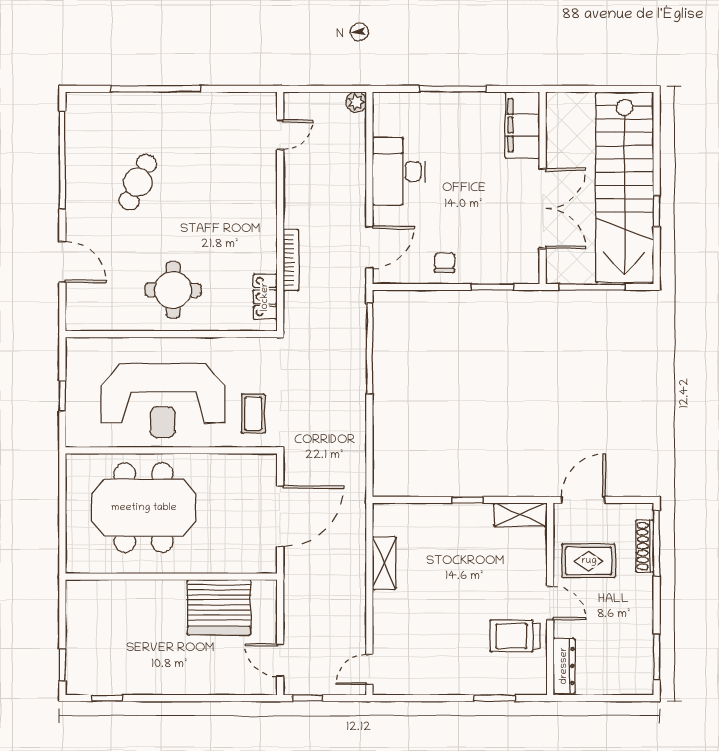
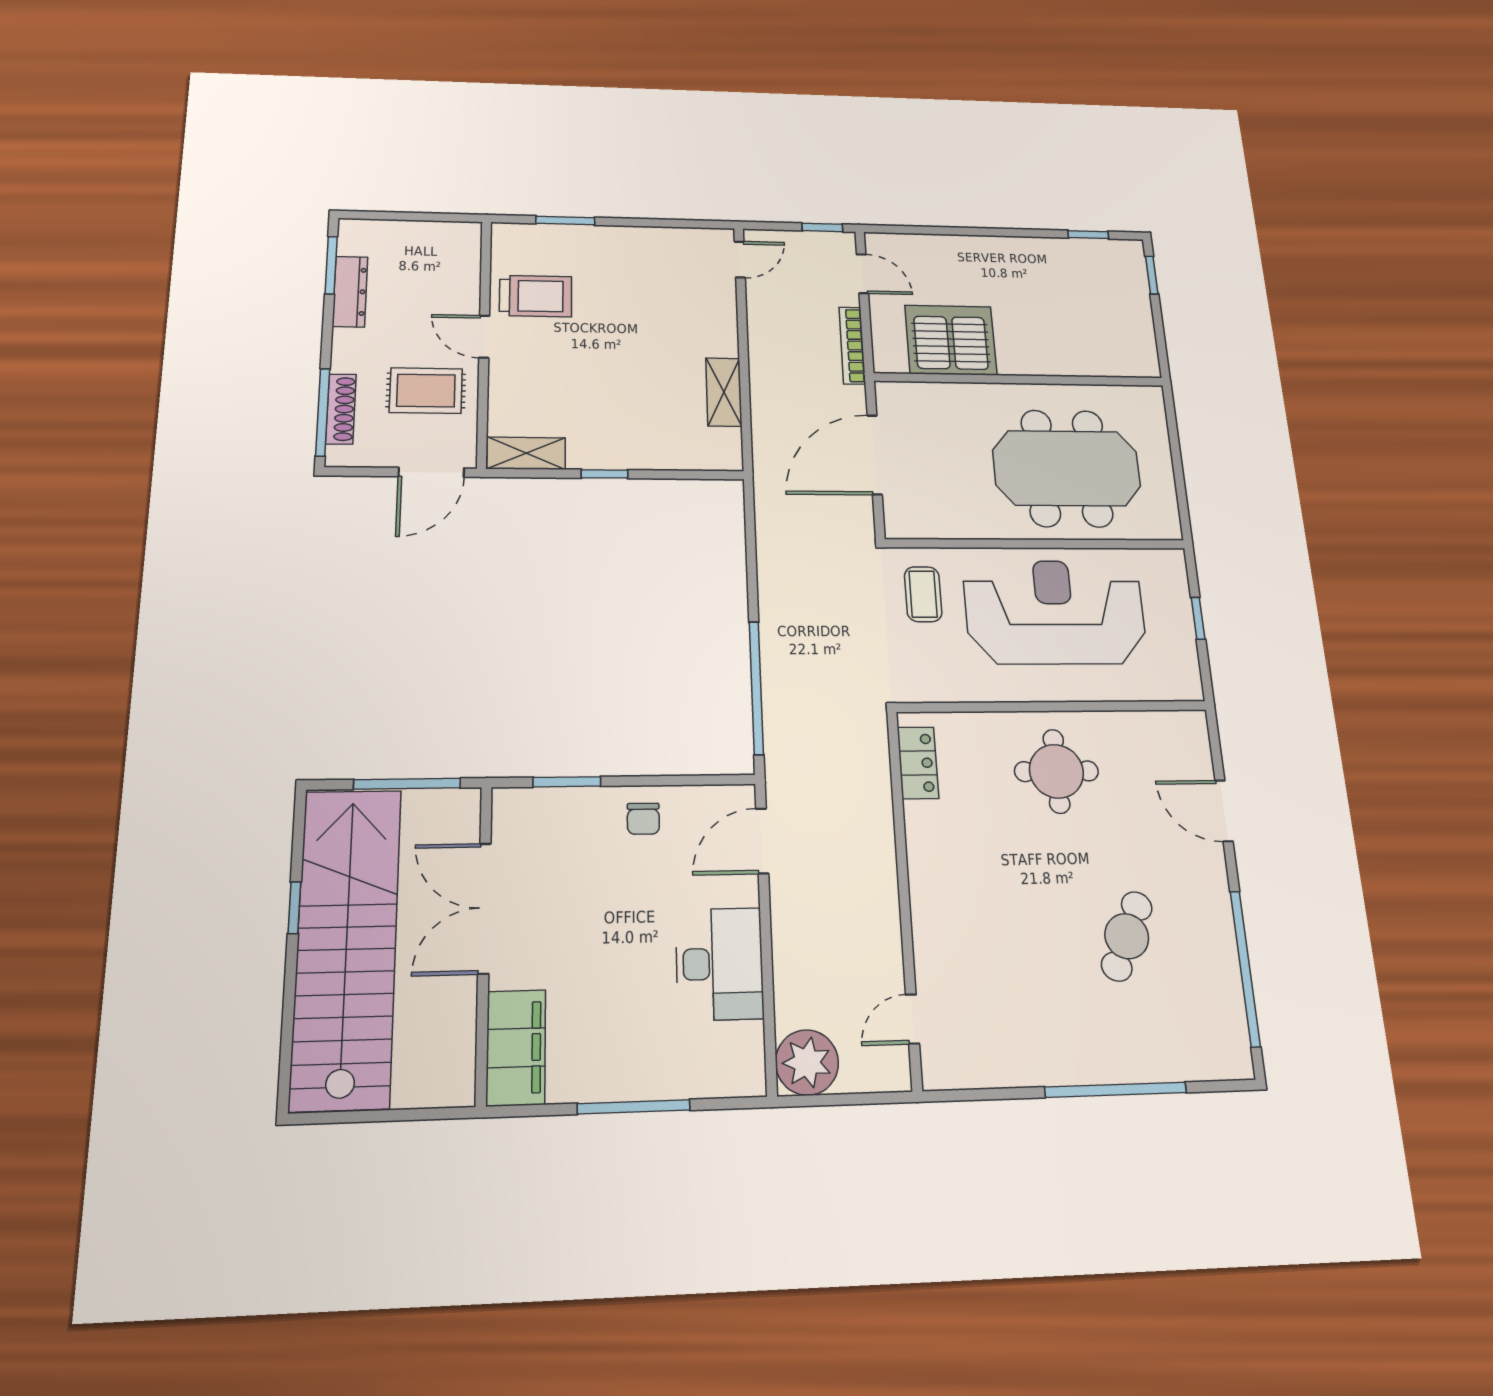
plant: (356, 102) -> (807, 1062), width x1.88, depth x1.88
bookcase: (291, 260) -> (852, 345), moved
dresser: (564, 666) -> (350, 292), moved, turned 180

